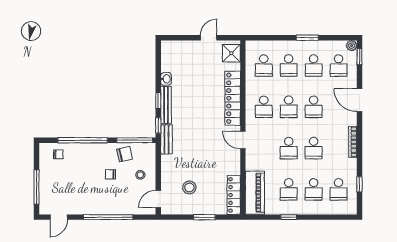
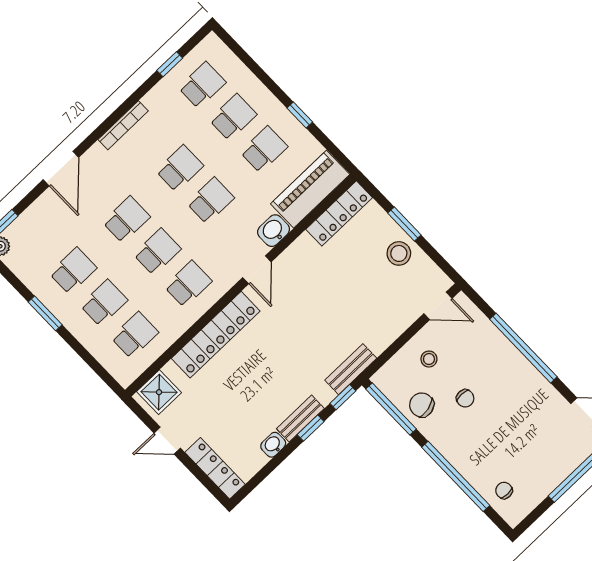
locker: (179, 46) -> (215, 468), added
school desk: (339, 65) -> (42, 238), removed
bench: (166, 105) -> (300, 419), width x0.73
washbasin: (252, 162) -> (274, 231), added
stool: (189, 187) -> (399, 253), moved

